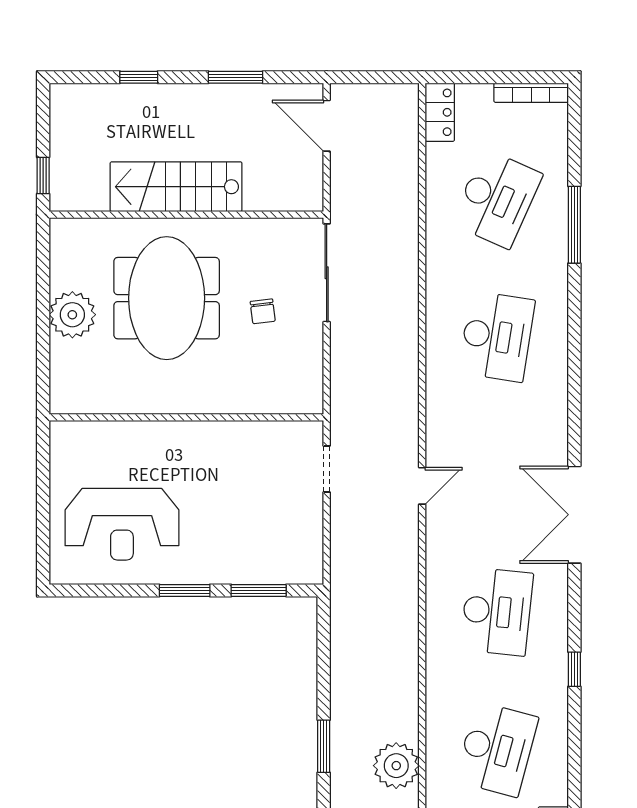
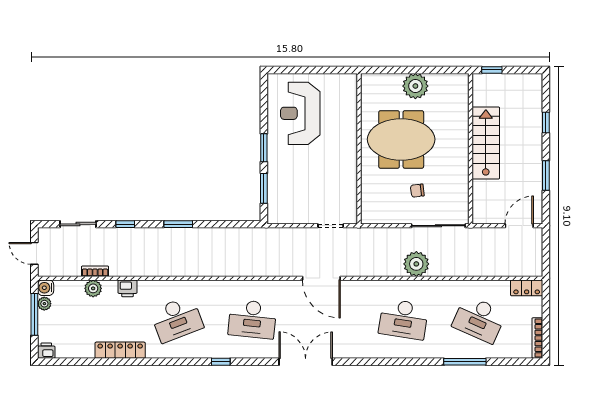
meeting table: (167, 298) -> (401, 139), moved
door: (422, 486) -> (321, 278), width x1.88
desk: (497, 749) -> (177, 319), turned -36
plant: (396, 766) -> (416, 264), moved

